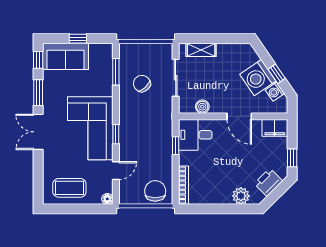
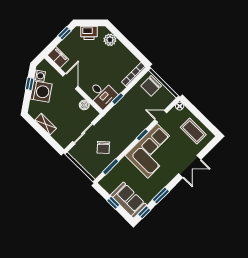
shelving: (201, 50) -> (46, 124), moved
double door: (38, 132) -> (190, 166), moved

